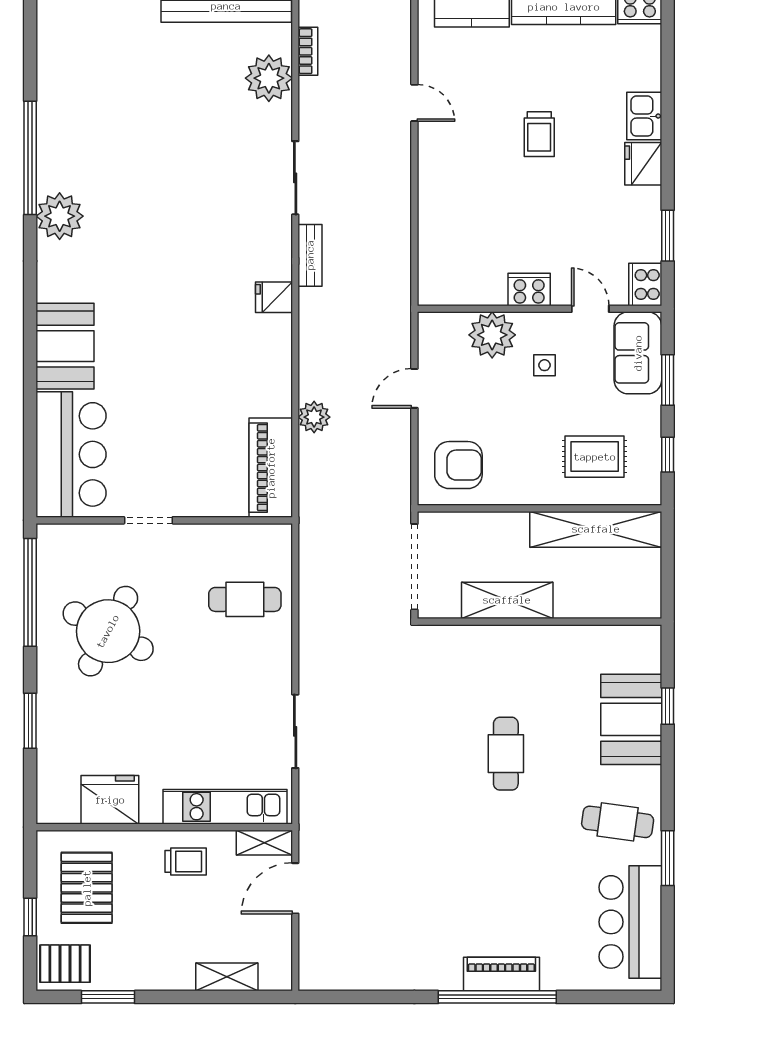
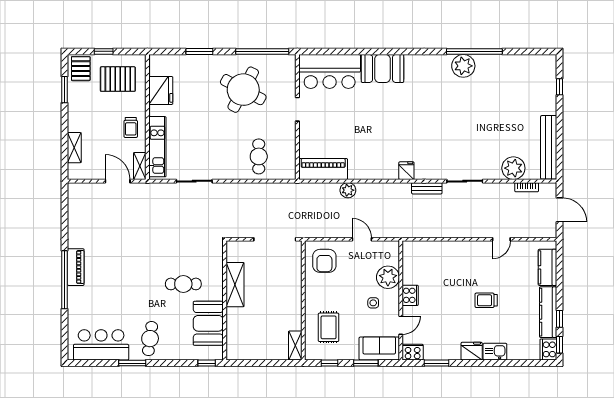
plant: (60, 216) -> (463, 66), moved
shelving: (596, 529) -> (295, 345), width x0.45, depth x0.75
shelving: (507, 600) -> (235, 285), moved
wall: (540, 622) -> (225, 300), moved
booth: (631, 719) -> (208, 323), moved, turned 90
piano: (501, 974) -> (76, 267), moved

